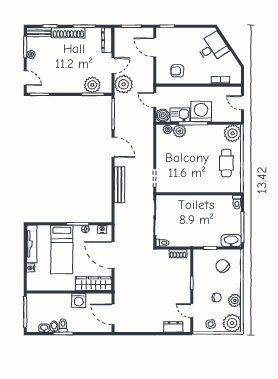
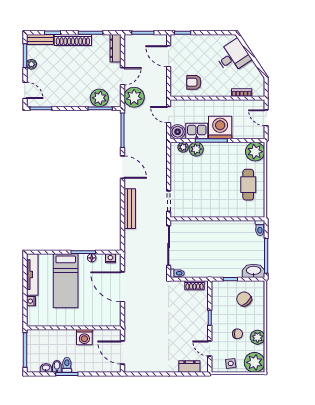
wardrobe: (94, 284) -> (101, 319), removed

